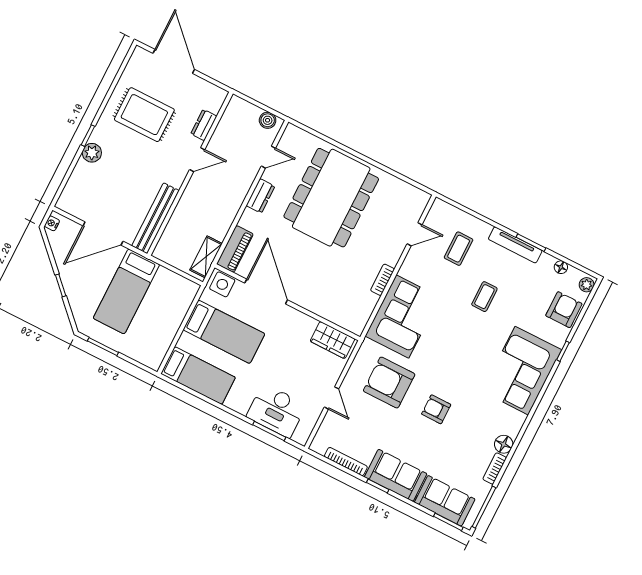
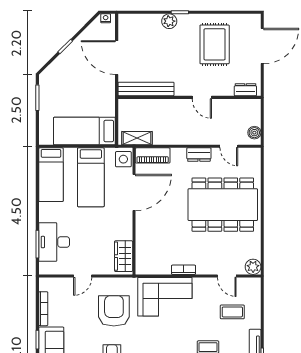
dresser: (204, 125) -> (245, 90), moved
plant: (419, 199) -> (253, 267), added
bed: (126, 291) -> (84, 131), moved

